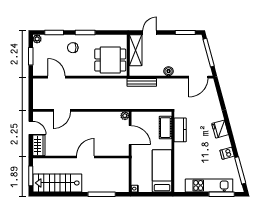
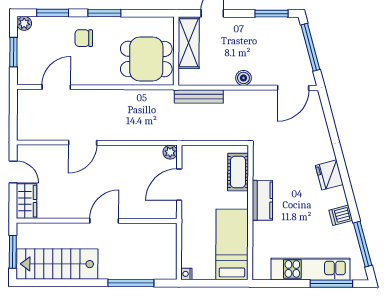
door: (56, 77) -> (56, 87), hinge flipped
door: (62, 110) -> (83, 143), moved
kitchen counter: (180, 130) -> (262, 200), moved
door: (130, 135) -> (179, 185), swing flipped

